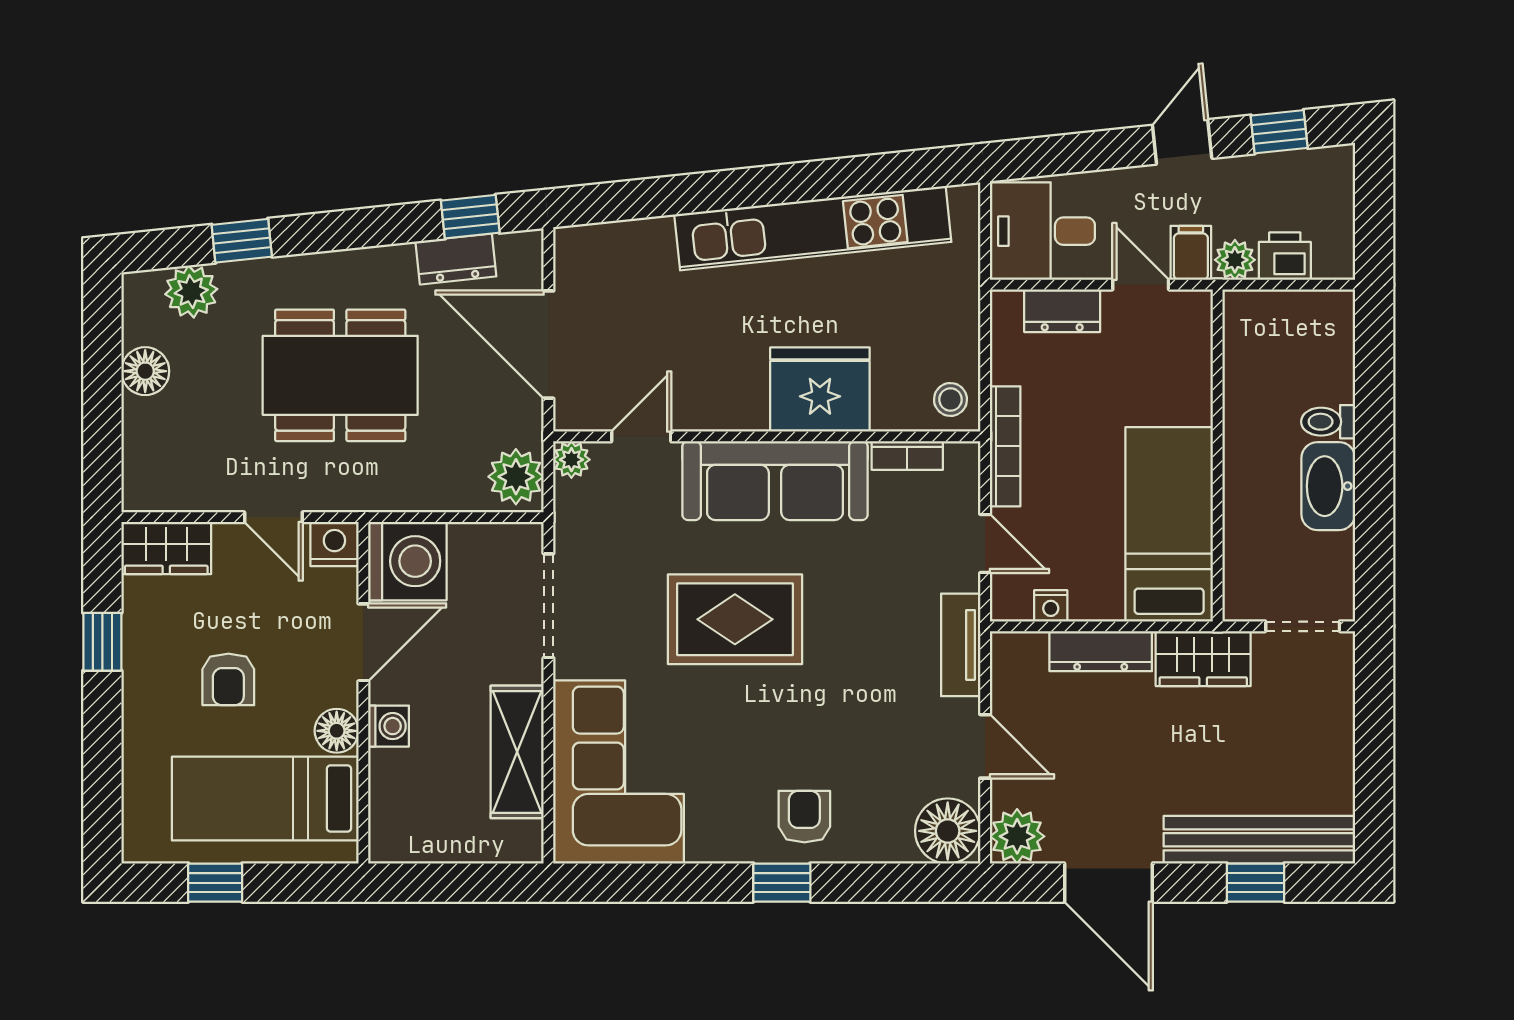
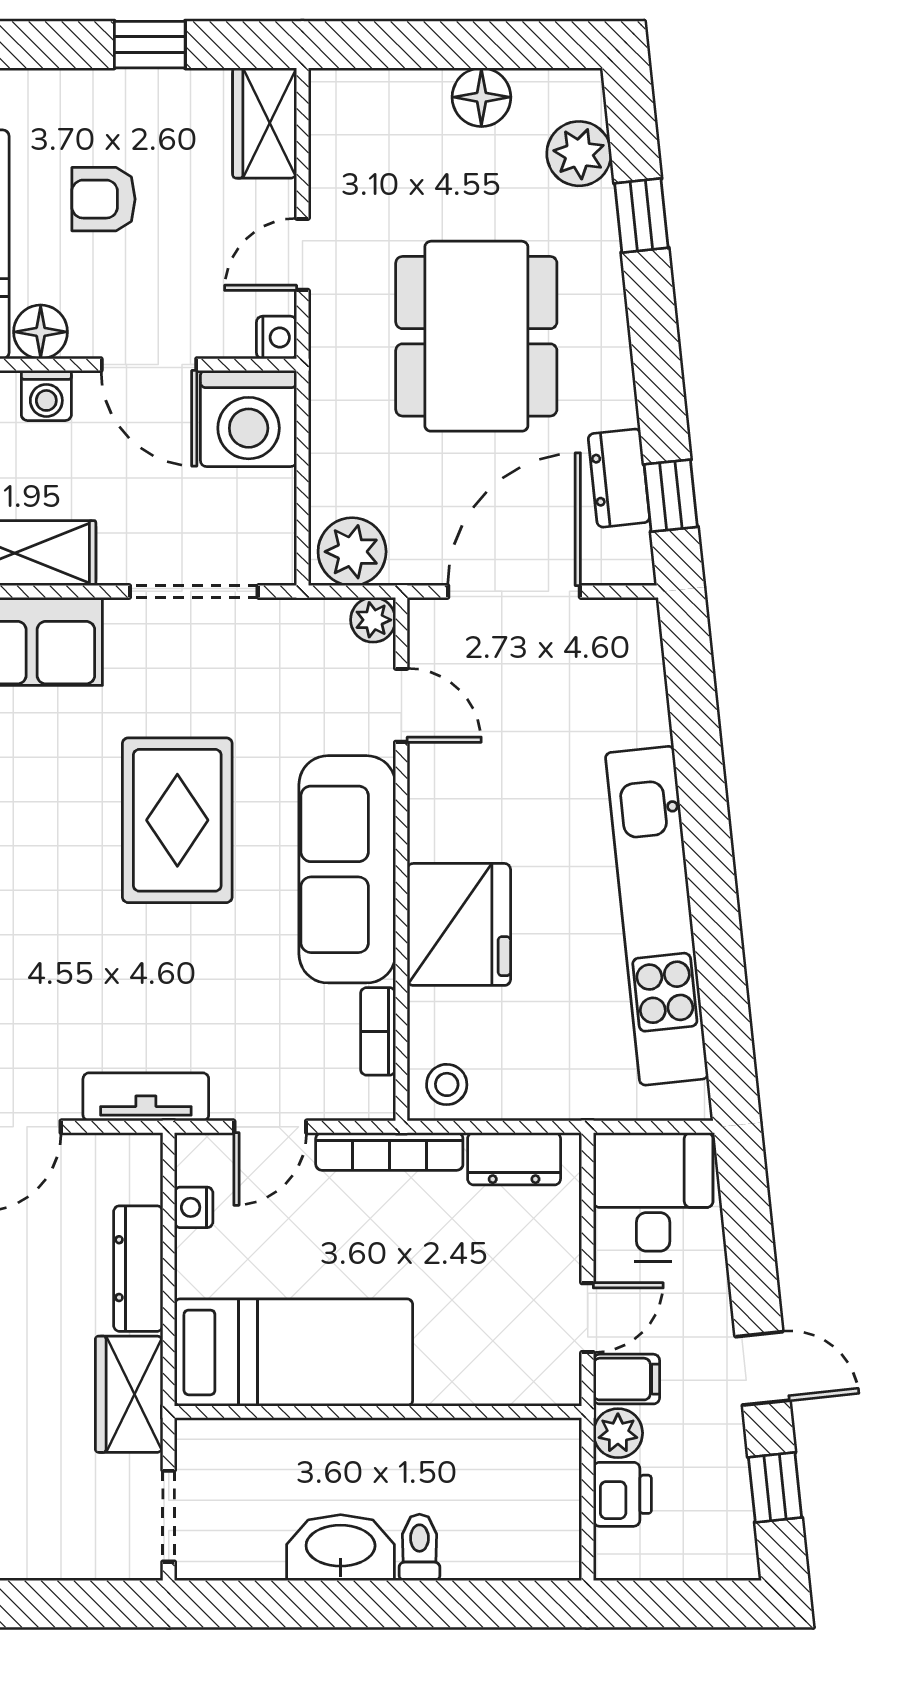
dresser: (1062, 311) -> (514, 1159), moved, turned -90
nightstand: (334, 544) -> (277, 337), width x0.72, depth x0.74

